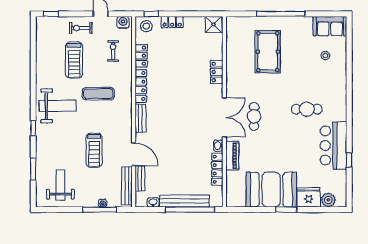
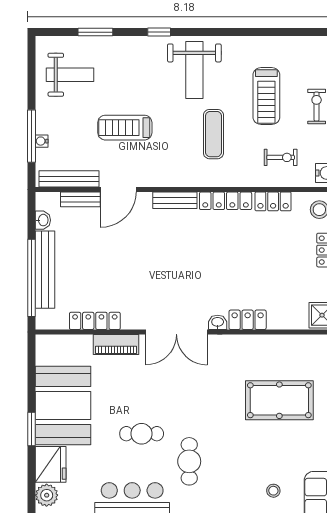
treadmill: (74, 60) -> (266, 96), turned -90
cafe table: (254, 116) -> (142, 434), moved
washbasin: (218, 146) -> (218, 322), moved

